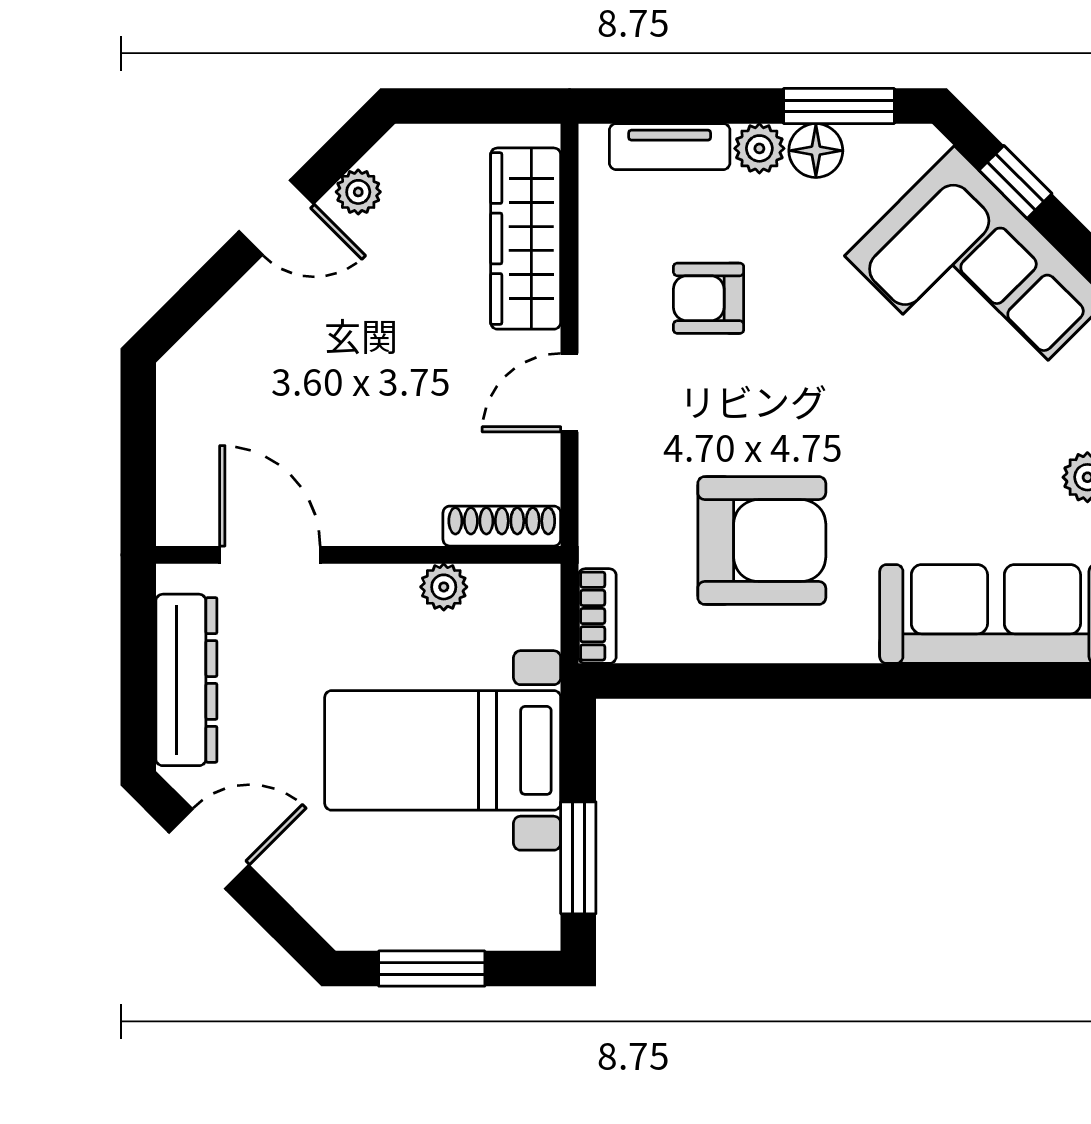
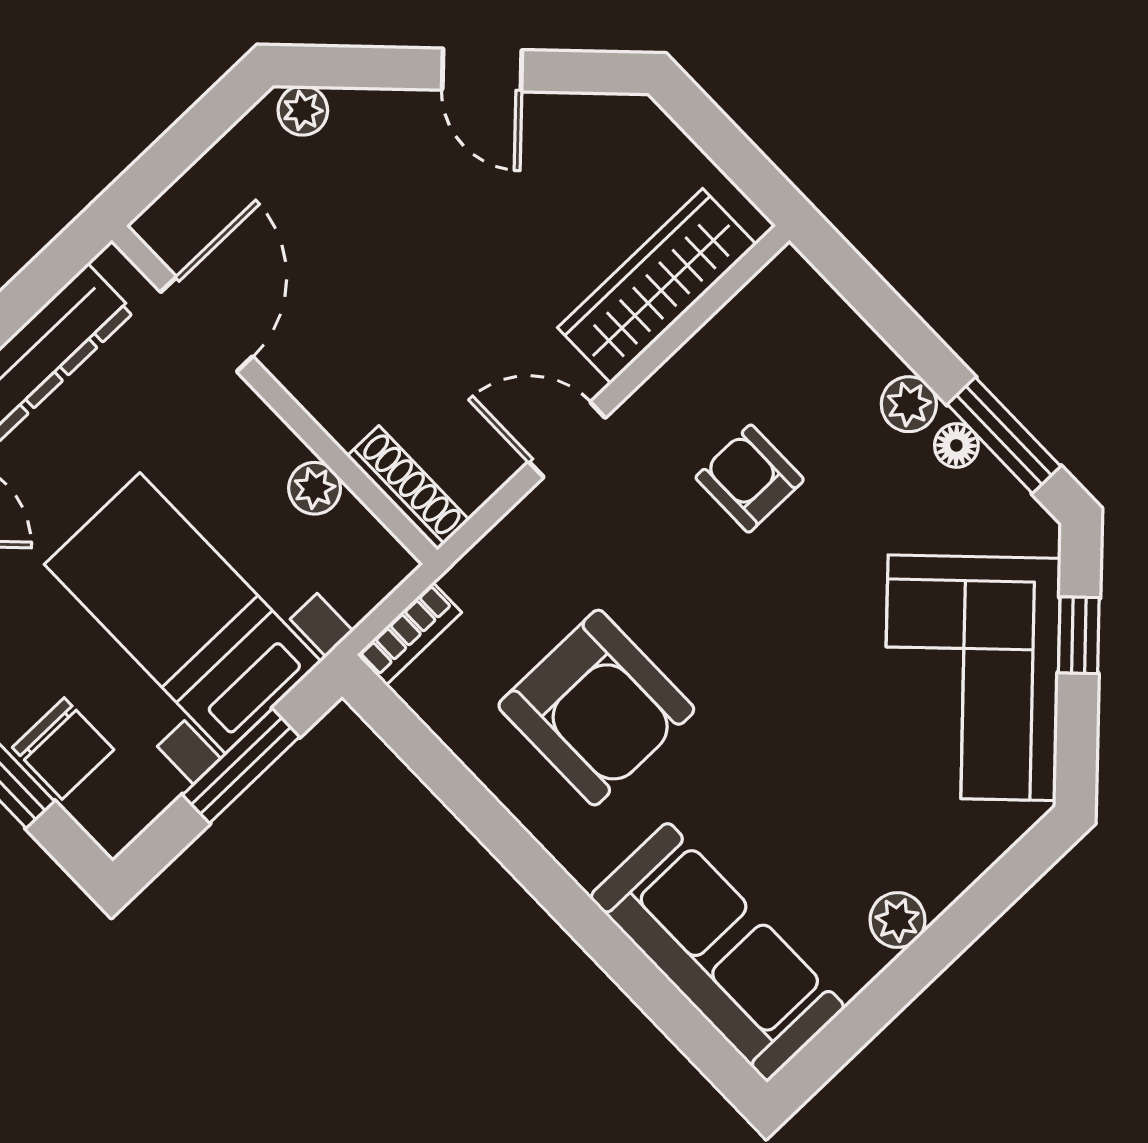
tv unit: (670, 147) -> (841, 331), removed
floor lamp: (816, 151) -> (956, 445), width x0.73, depth x0.73
plant: (358, 192) -> (303, 110), moved
window: (578, 858) -> (241, 766), moved
chair: (456, 913) -> (63, 749), added

